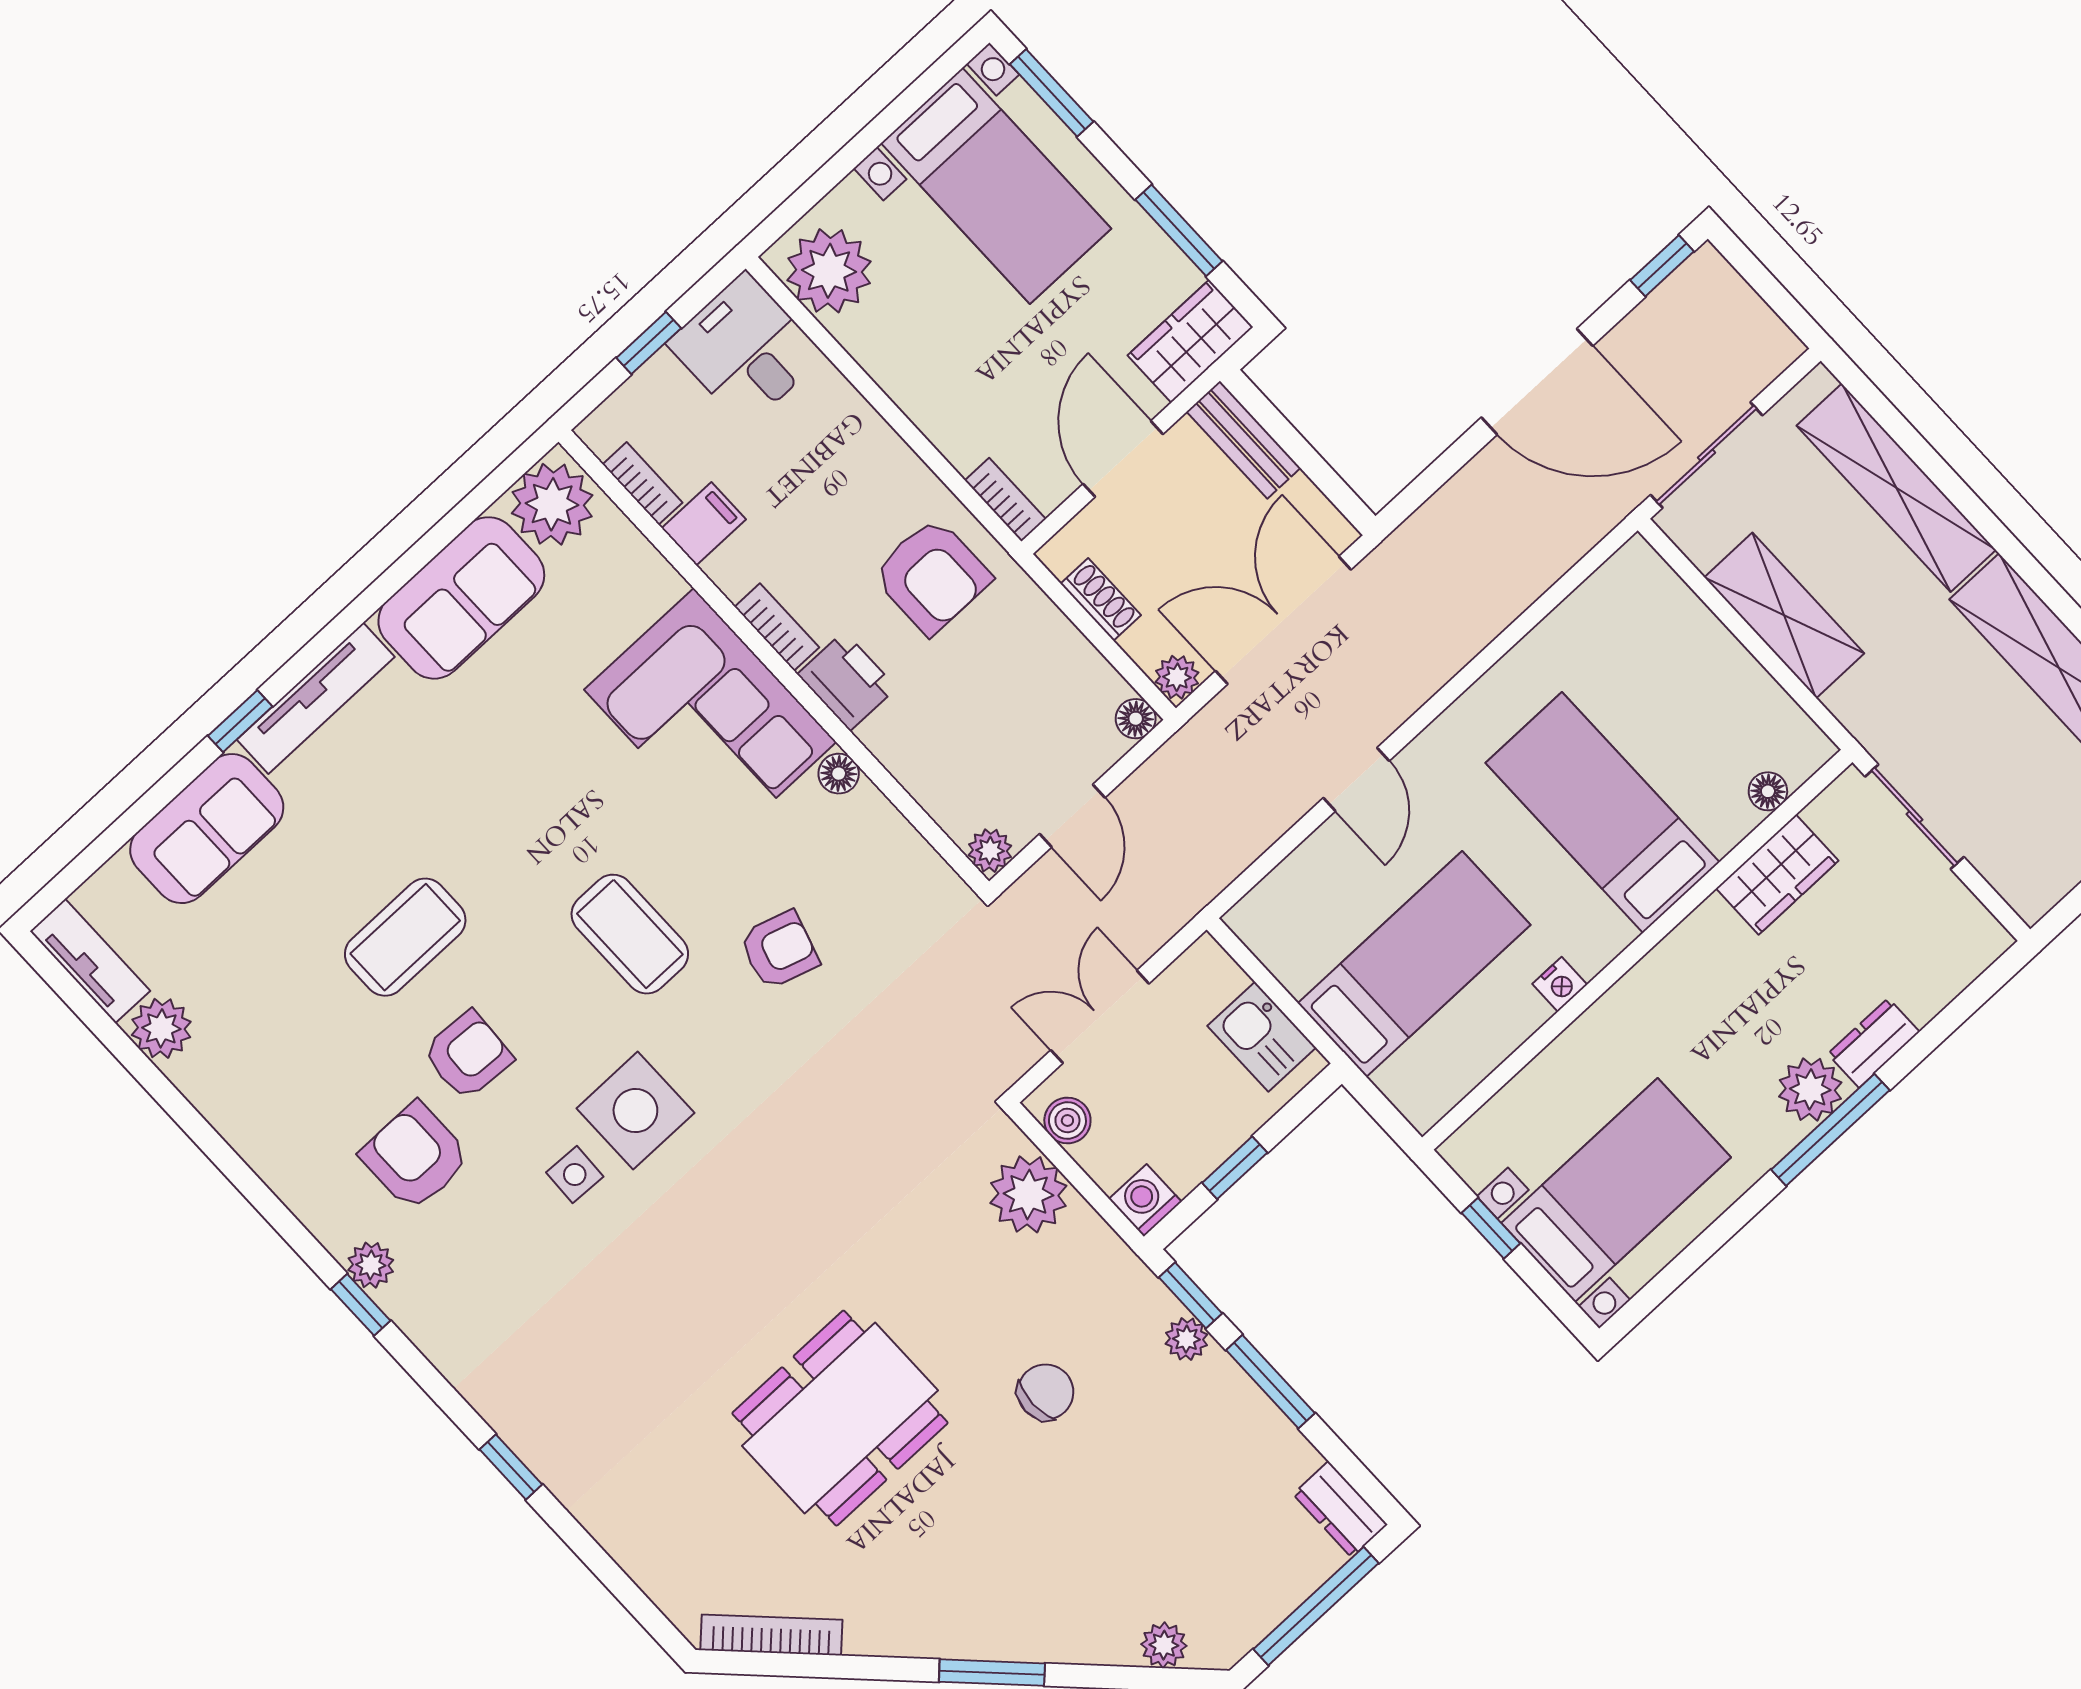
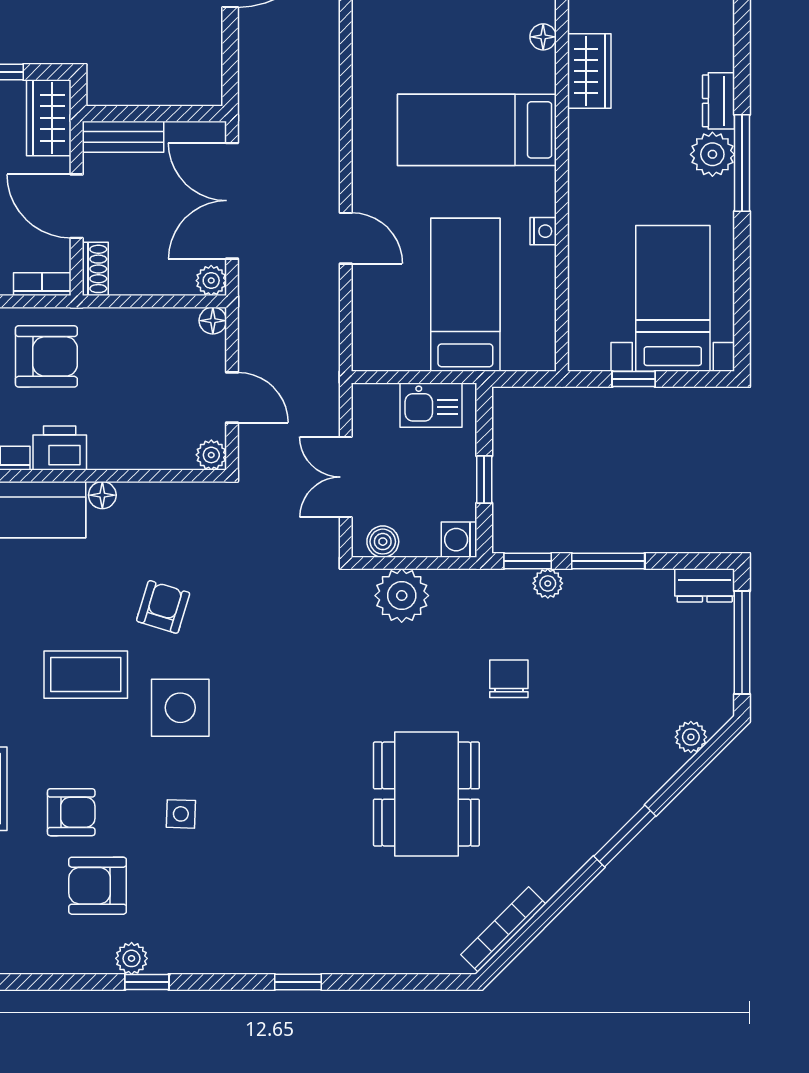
shoe rack: (1101, 599) -> (95, 269), moved, turned 90
armchair: (468, 1055) -> (71, 812), turned 87
side table: (635, 1111) -> (180, 708), moved

